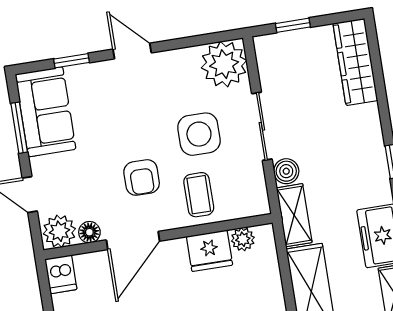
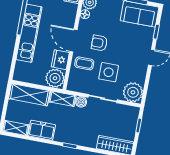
plant: (243, 239) -> (55, 78), width x1.88, depth x1.88
door: (133, 241) -> (73, 41), moved

